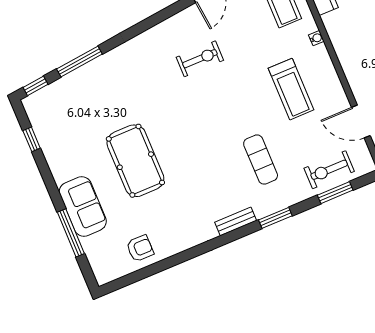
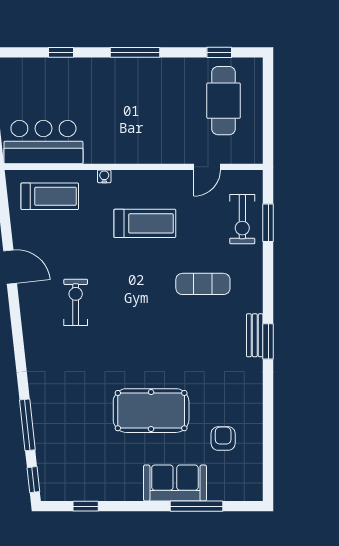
door: (361, 121) -> (207, 167), width x0.73
window: (275, 218) -> (268, 341), moved
armchair: (140, 248) -> (223, 438), moved

